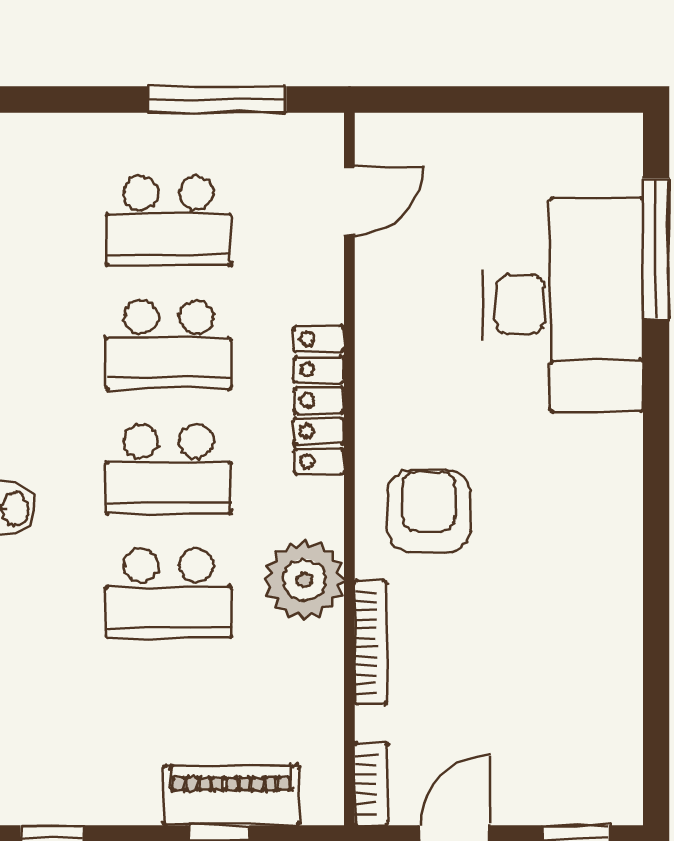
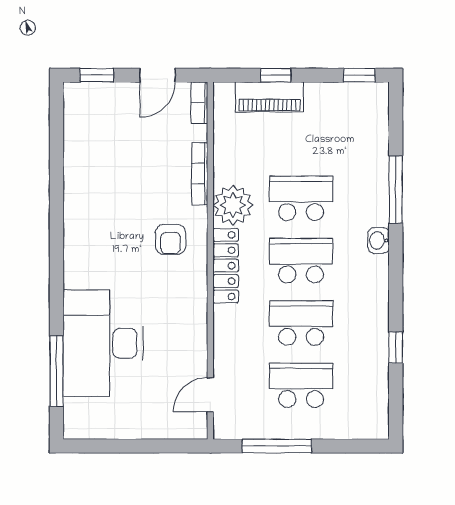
locker: (319, 400) -> (226, 266), moved
armchair: (429, 511) -> (171, 239), width x0.72, depth x0.72

